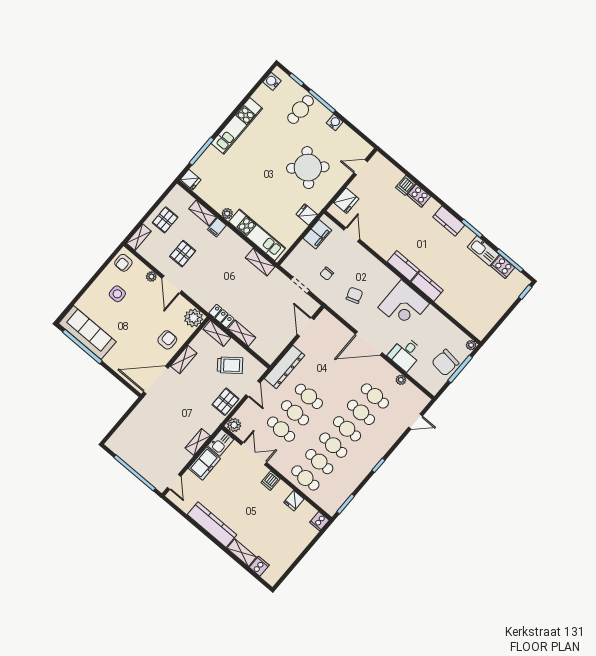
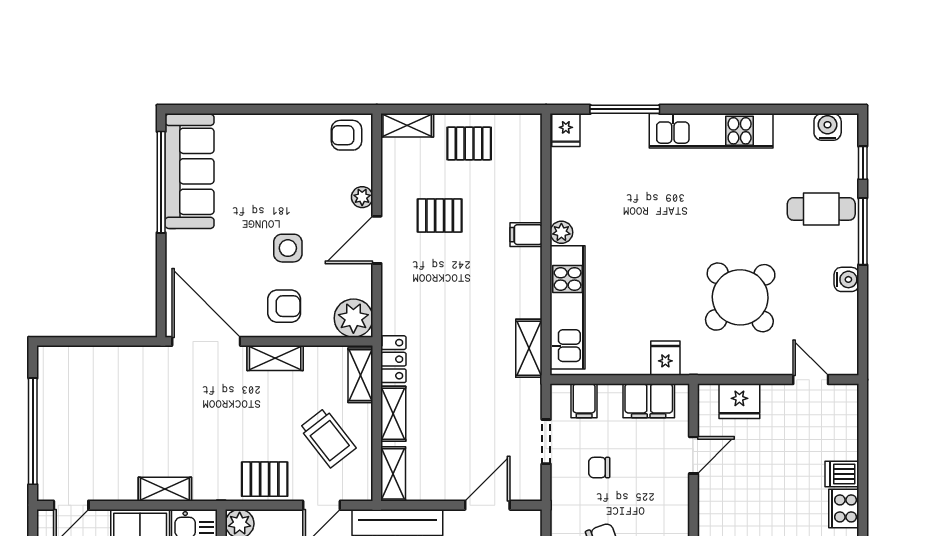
shelving: (203, 213) -> (393, 474), moved
filing cabinet: (297, 258) -> (584, 401), added
side table: (117, 294) -> (288, 248), moved

